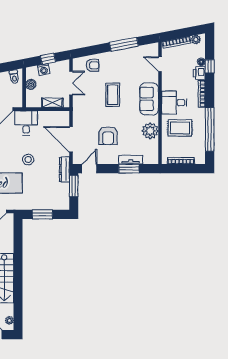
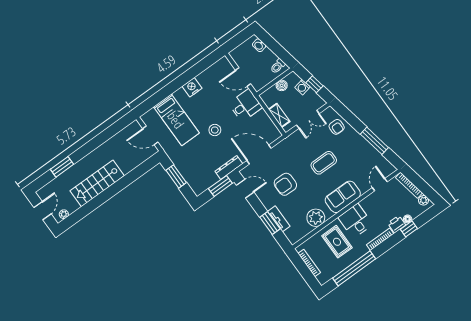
door: (71, 139) -> (259, 154), hinge flipped

